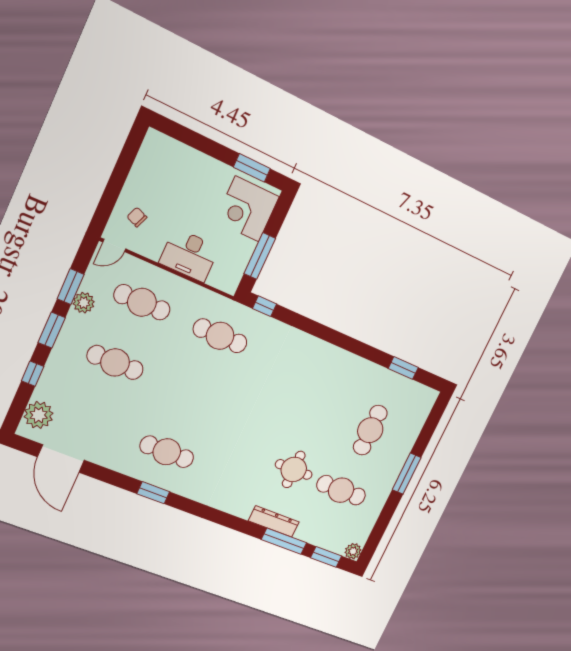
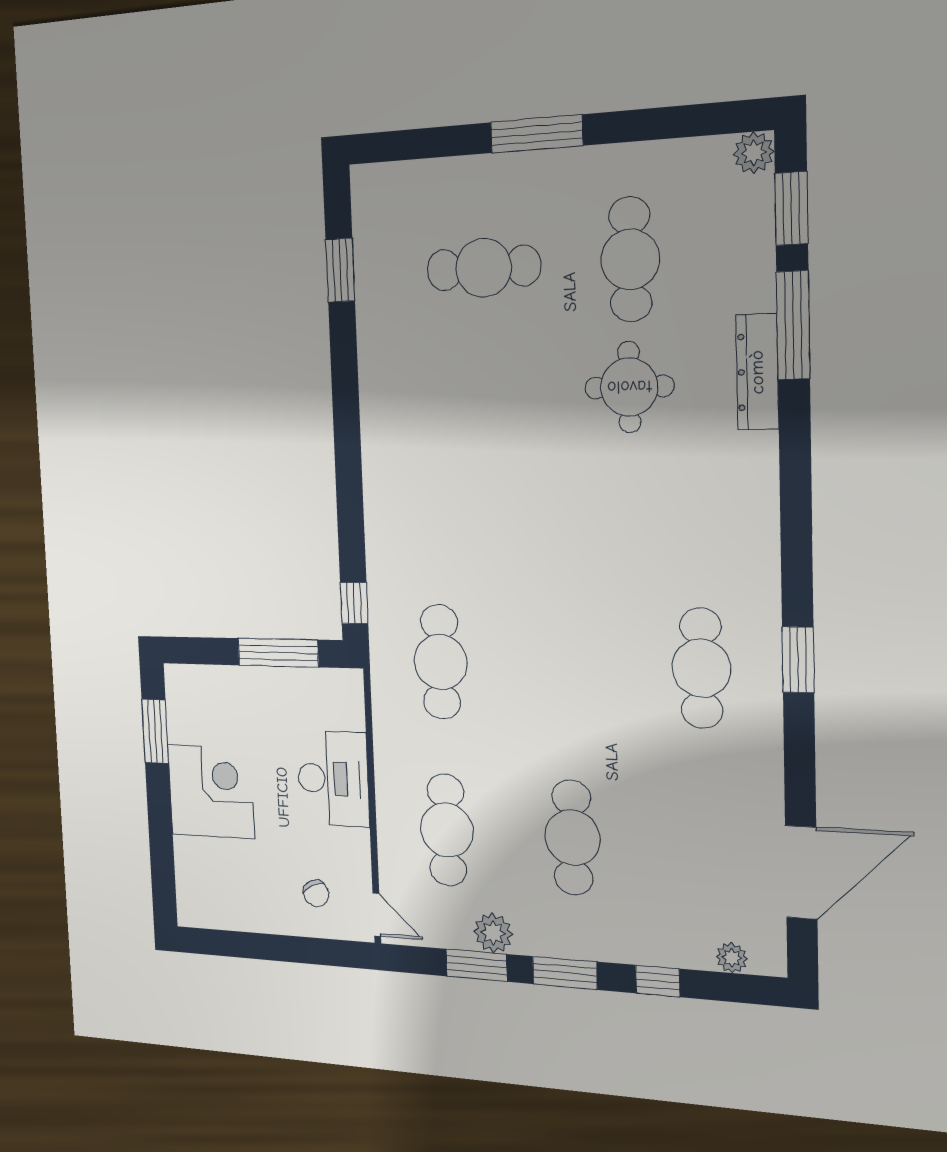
corner desk: (247, 209) -> (211, 792), moved, turned -90
chair: (137, 217) -> (316, 893), turned -48
plant: (39, 415) -> (732, 958), width x0.53, depth x0.53

